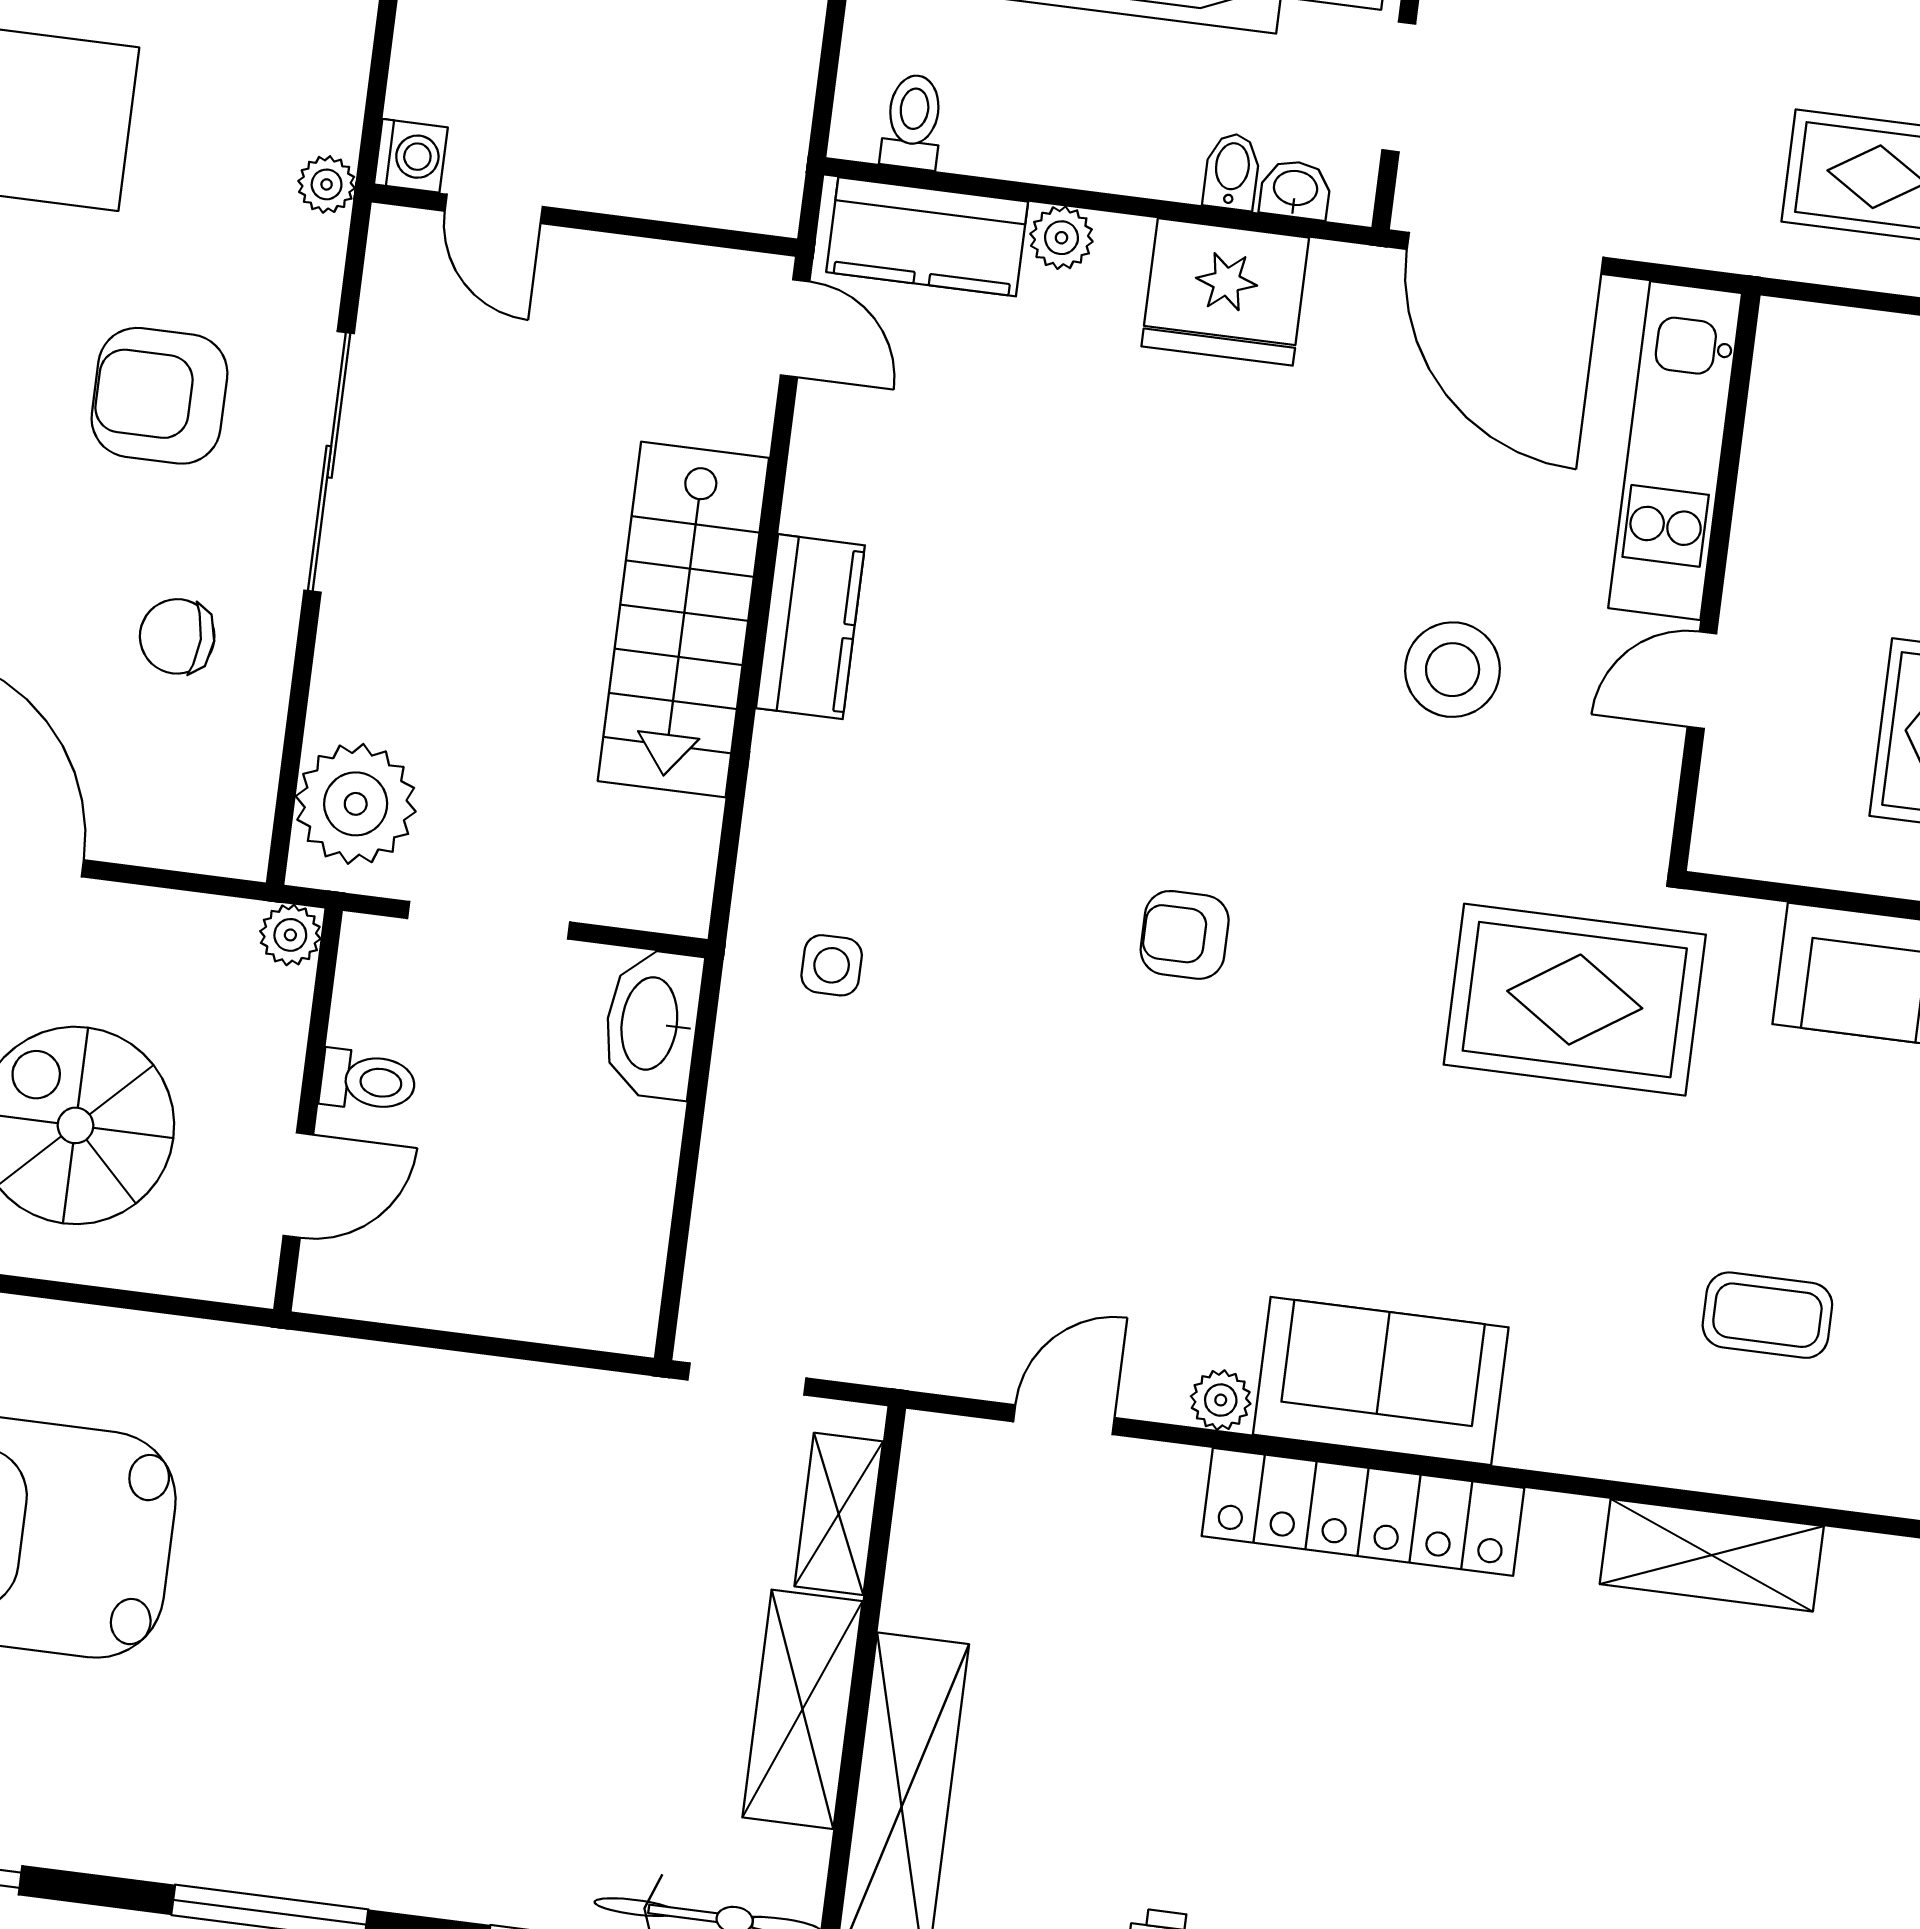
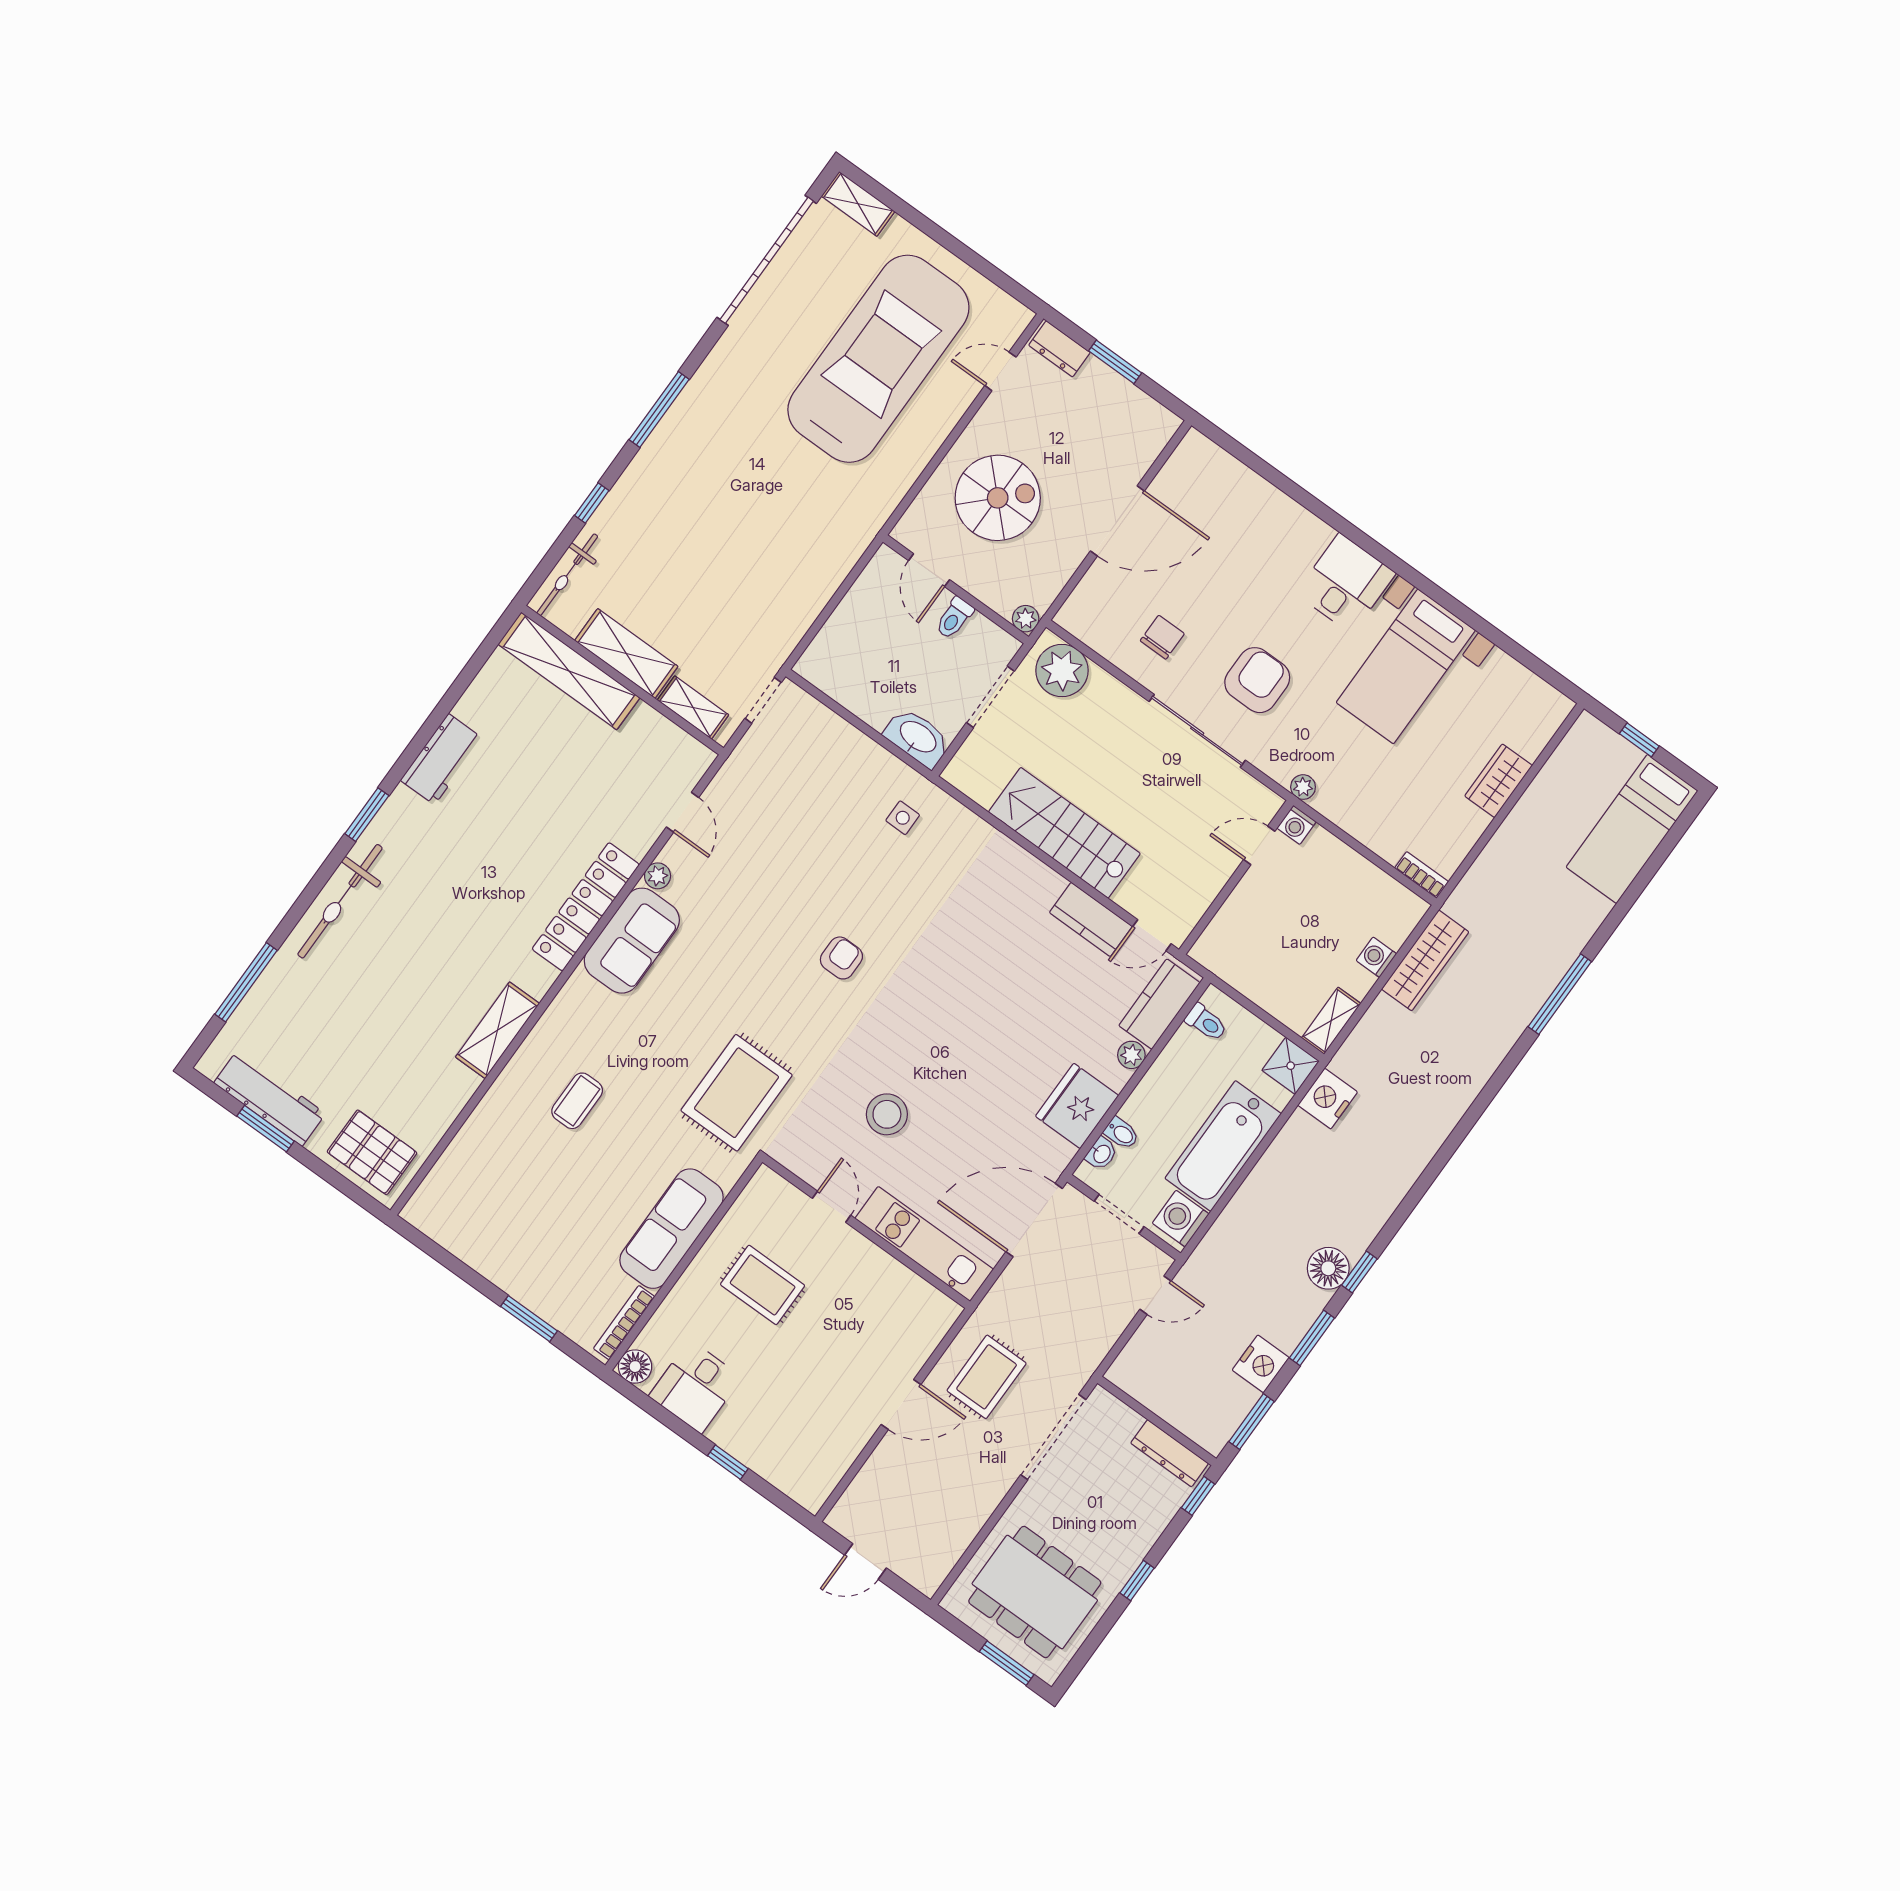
kitchen counter: (810, 627) -> (1091, 919), moved

